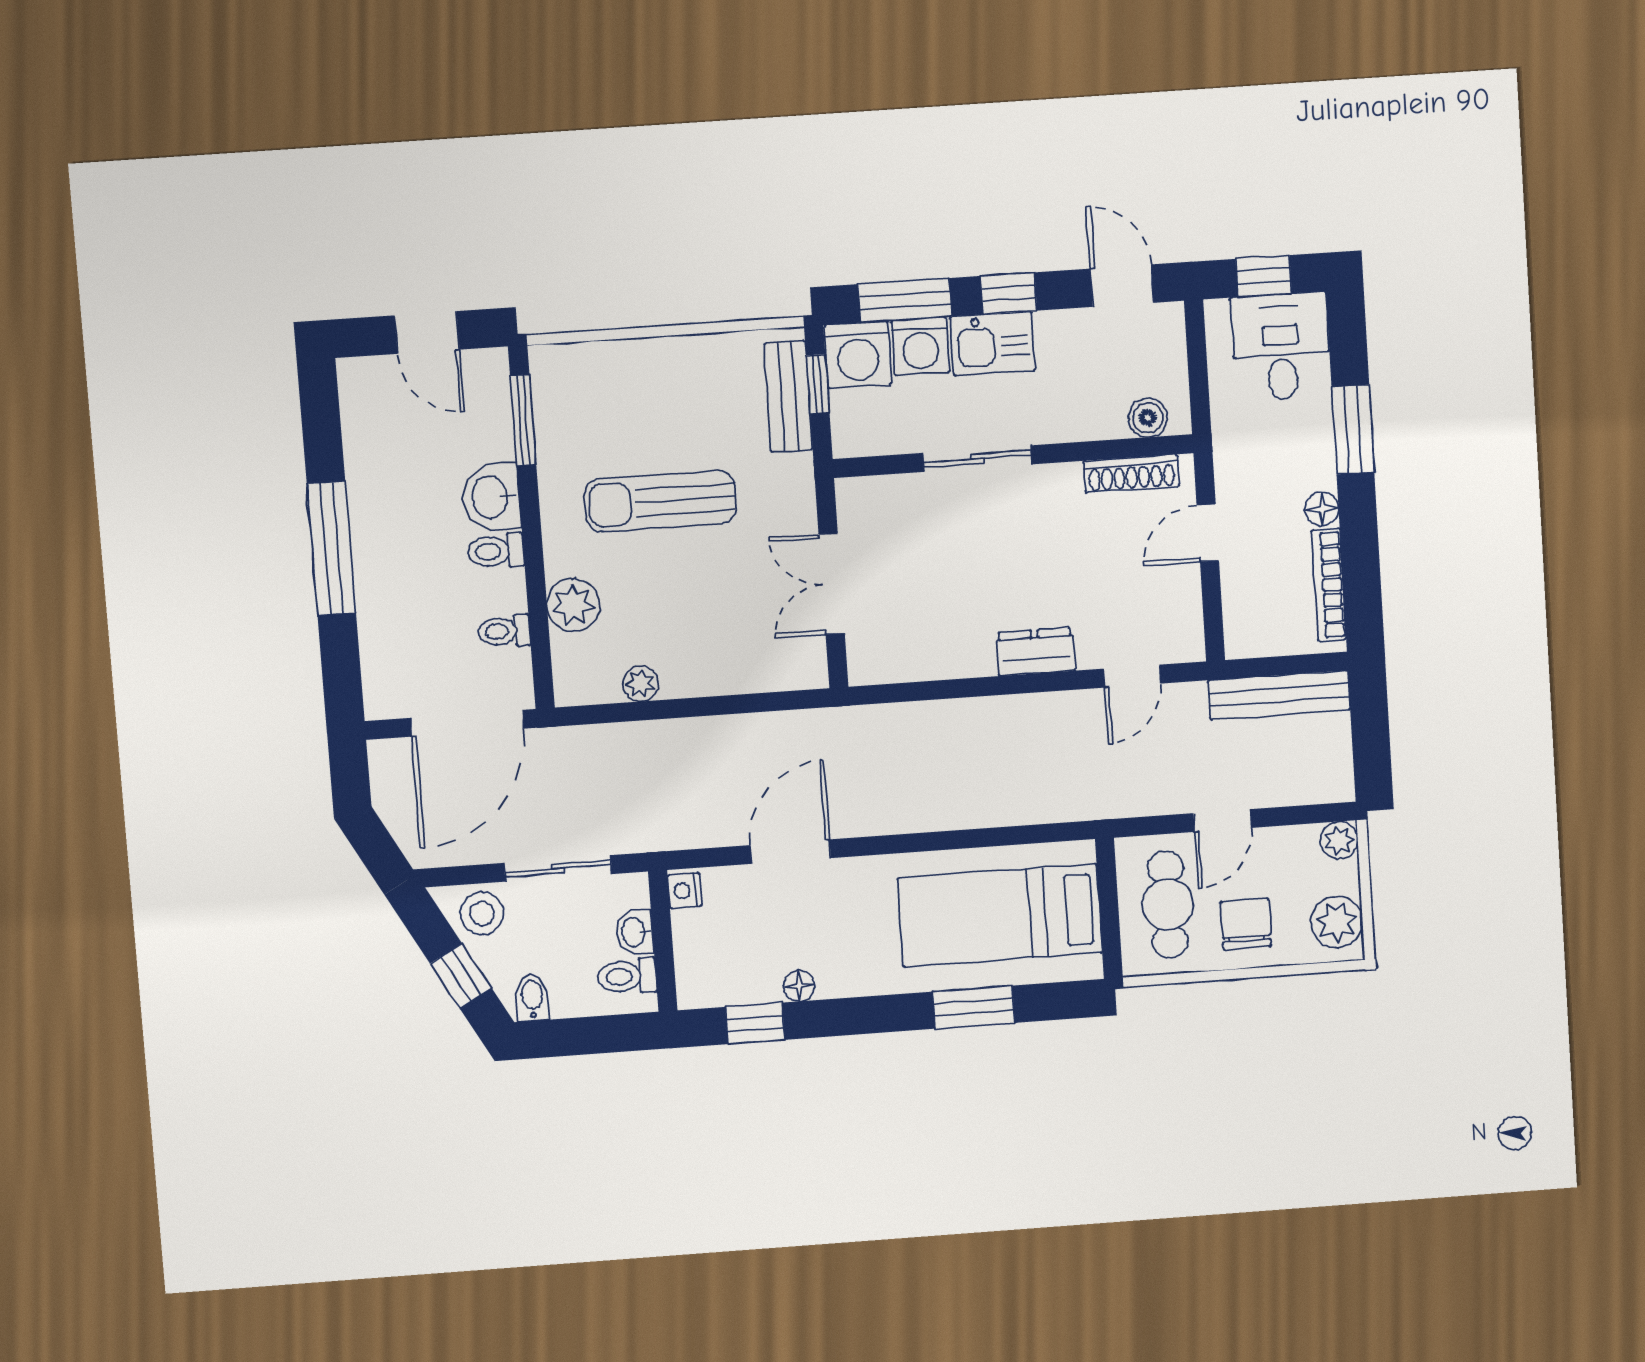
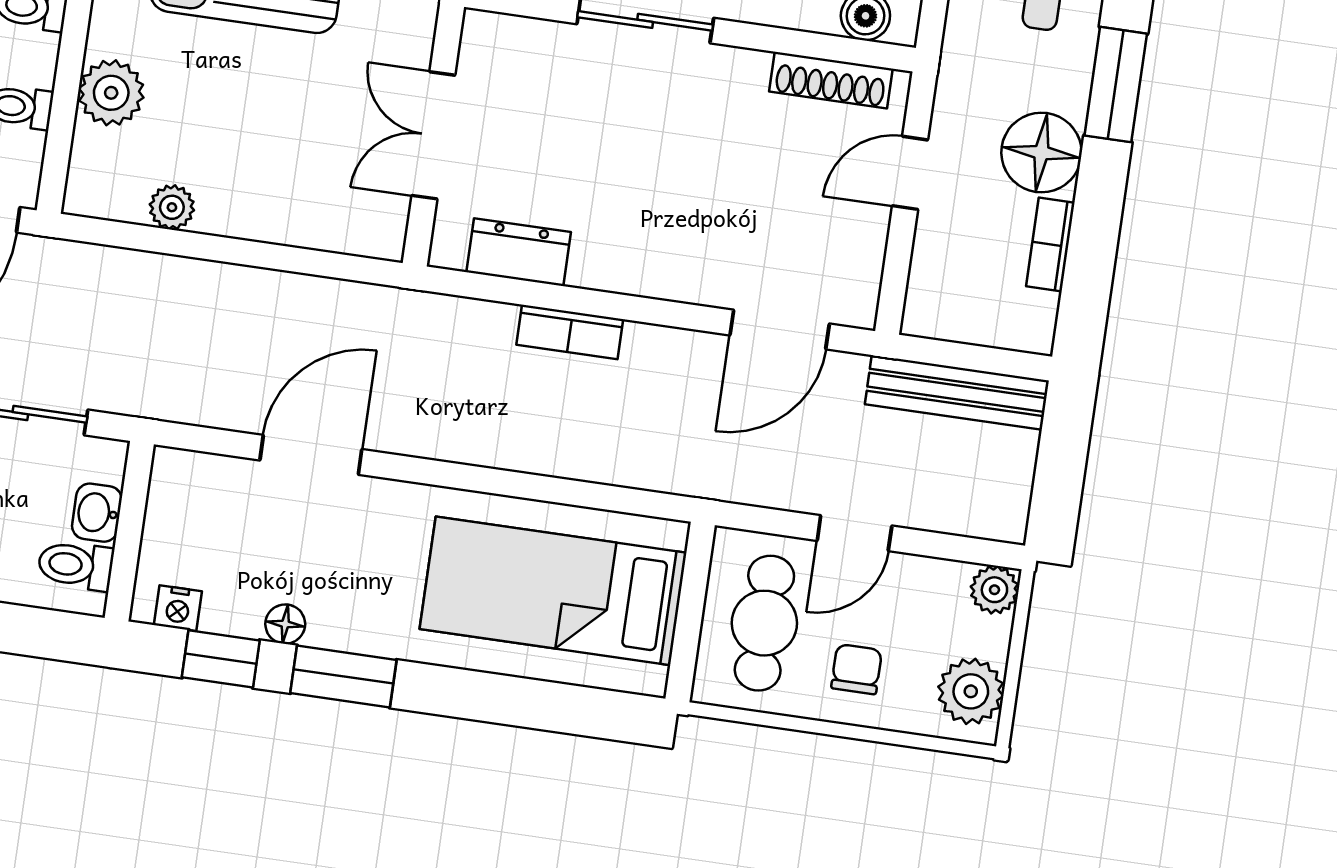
floor lamp: (1322, 509) -> (1041, 153), width x1.89, depth x1.89
bookcase: (1329, 585) -> (1050, 244), width x0.64
dresser: (1036, 652) -> (519, 252), moved
door: (1132, 676) -> (780, 330), width x1.38
bookcase: (970, 713) -> (570, 332), added
nightstand: (685, 891) -> (178, 608), moved, turned -90
chair: (1246, 924) -> (857, 669), width x0.73, depth x0.73
window: (974, 1007) -> (343, 677), moved

